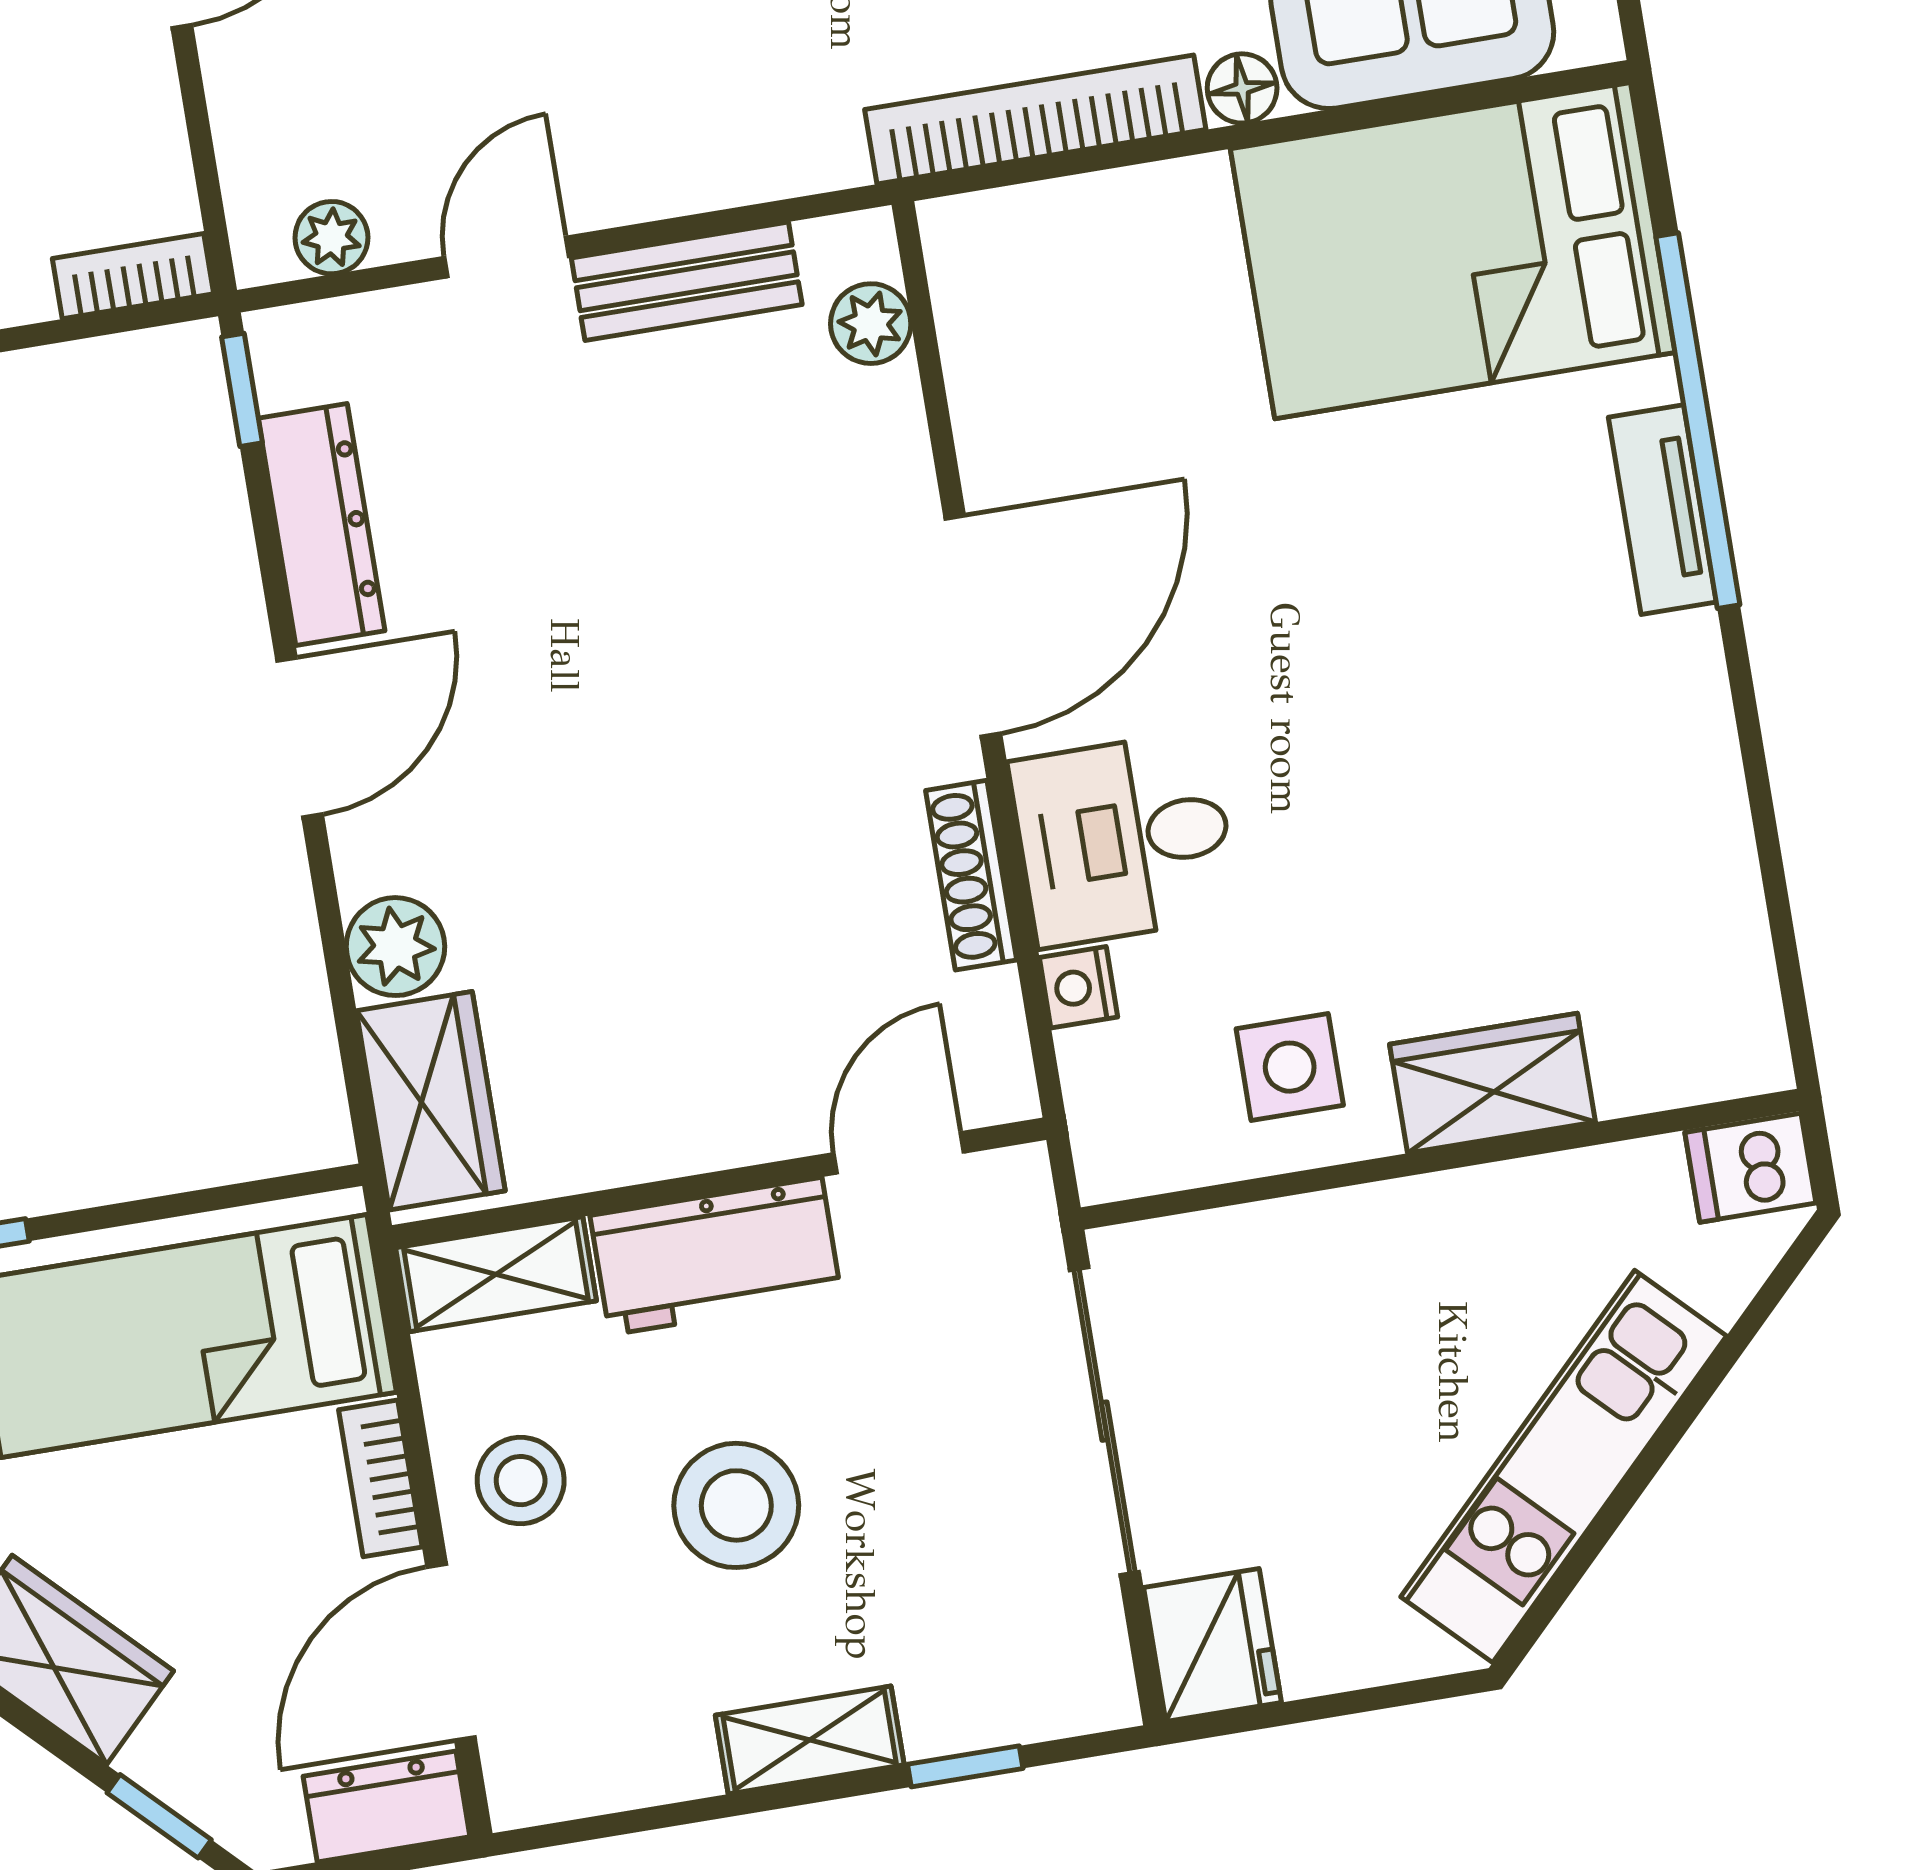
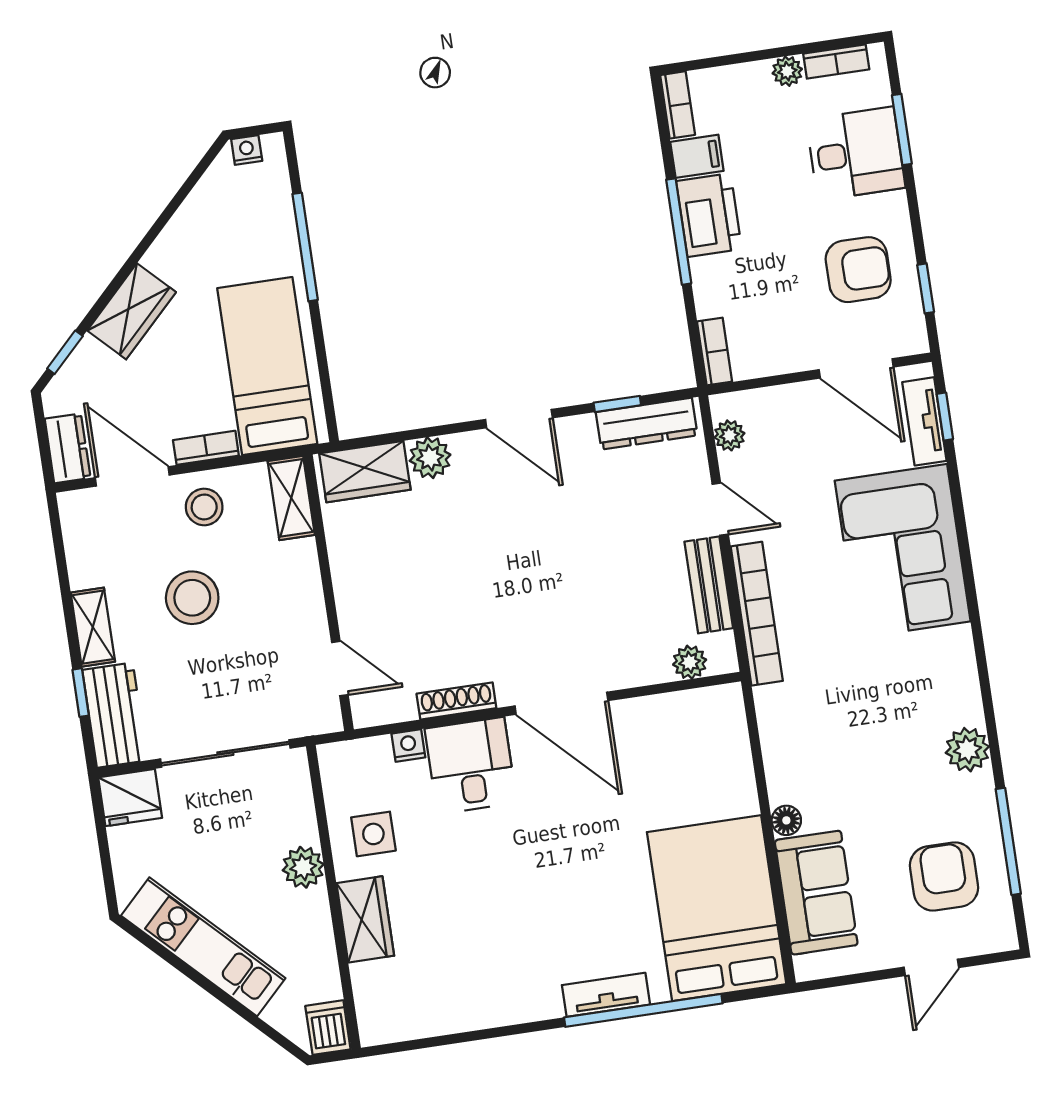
bookcase: (1035, 120) -> (757, 614), moved
window: (242, 390) -> (617, 404), moved
dresser: (322, 524) -> (647, 424), moved
plant: (1371, 1232) -> (303, 867), added
workbench: (716, 1256) -> (115, 715), moved, turned 180

